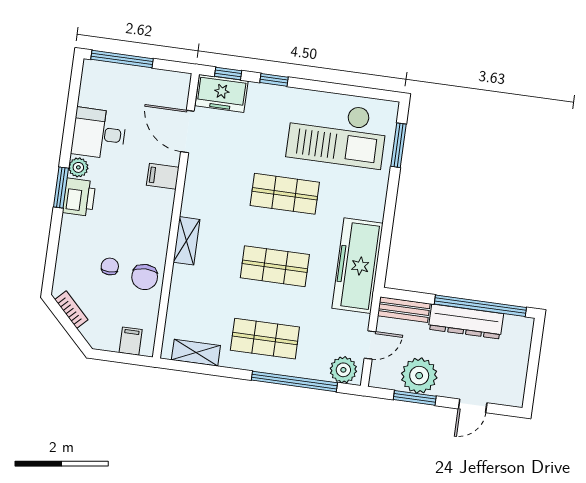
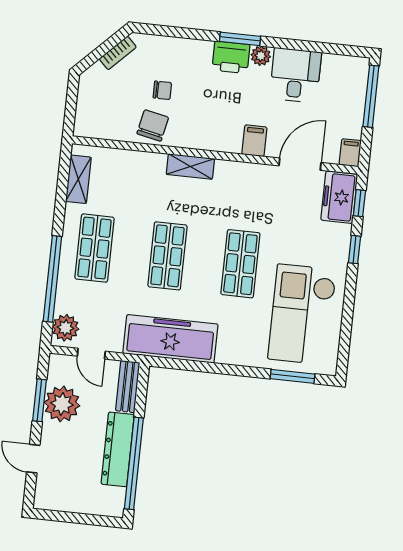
chair: (145, 277) -> (153, 125), turned 102
filing cabinet: (131, 341) -> (350, 153), moved, turned -90

